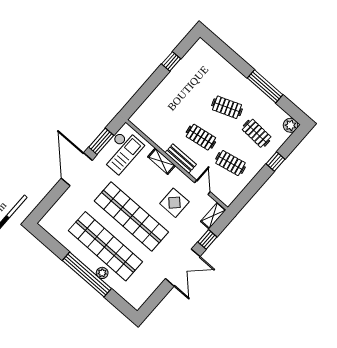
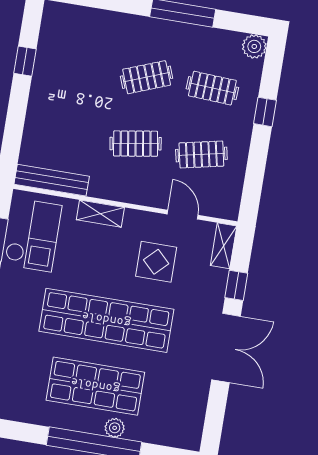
bench: (181, 159) -> (52, 180), moved, width x1.36
shop shelf: (105, 246) -> (95, 386), width x0.71

